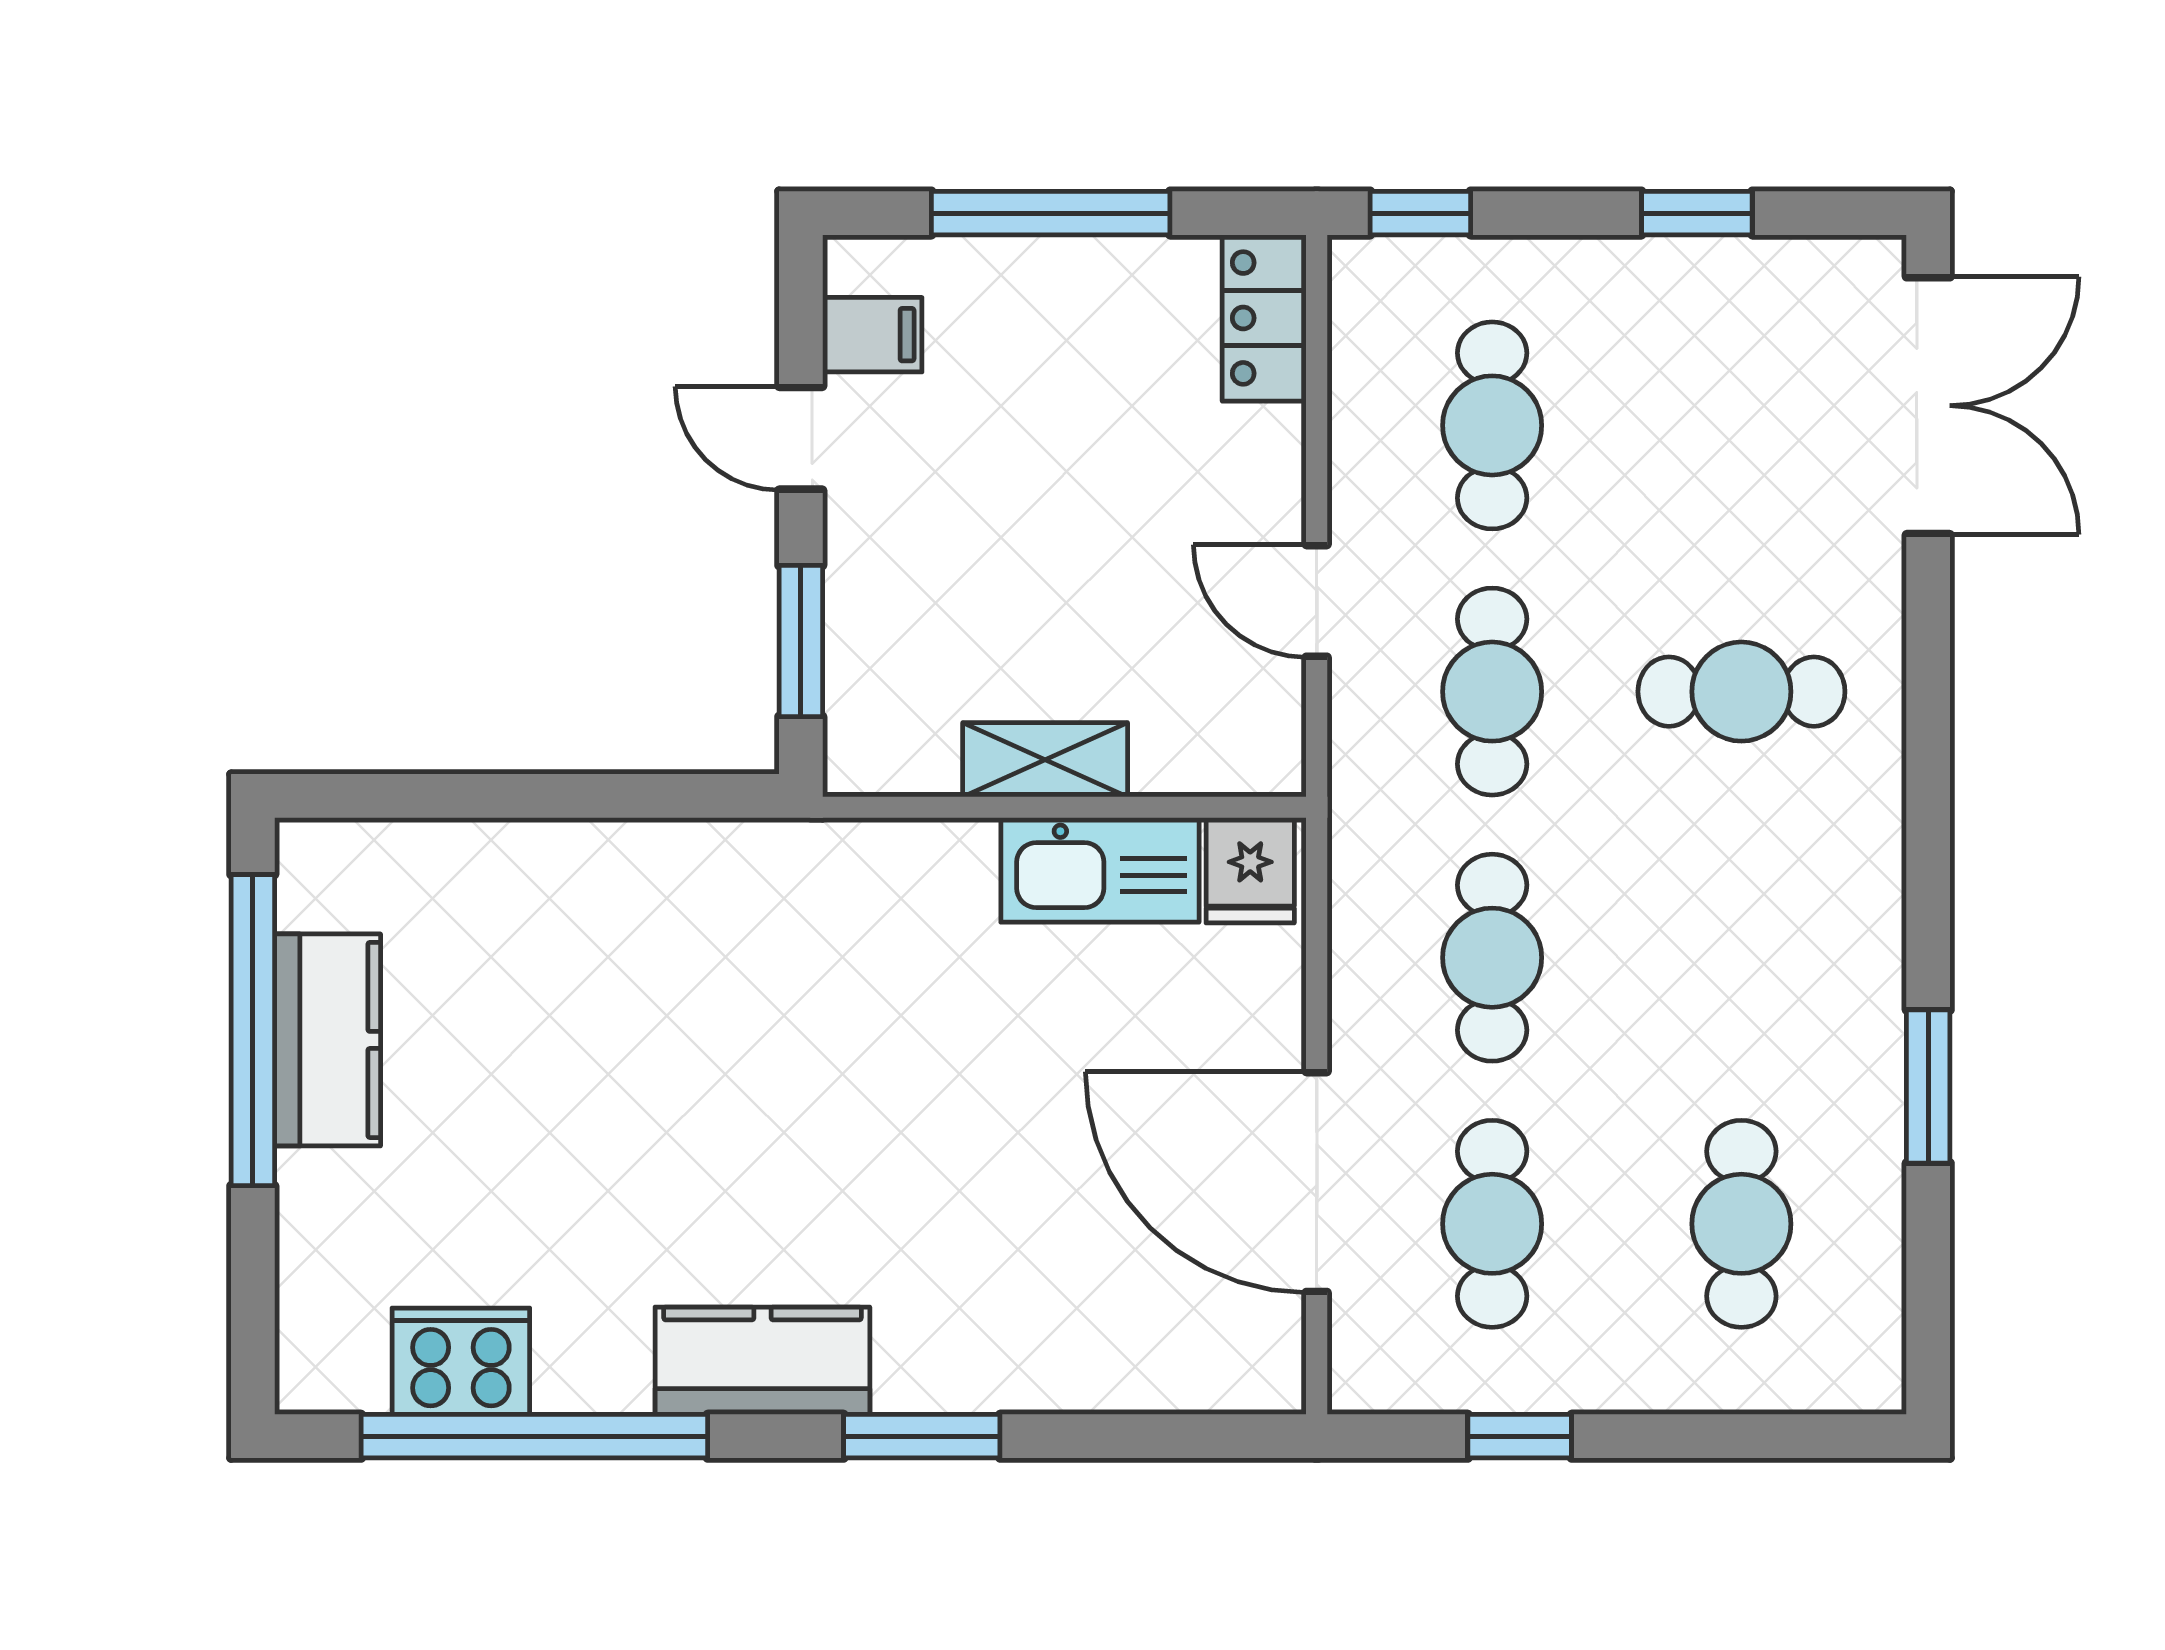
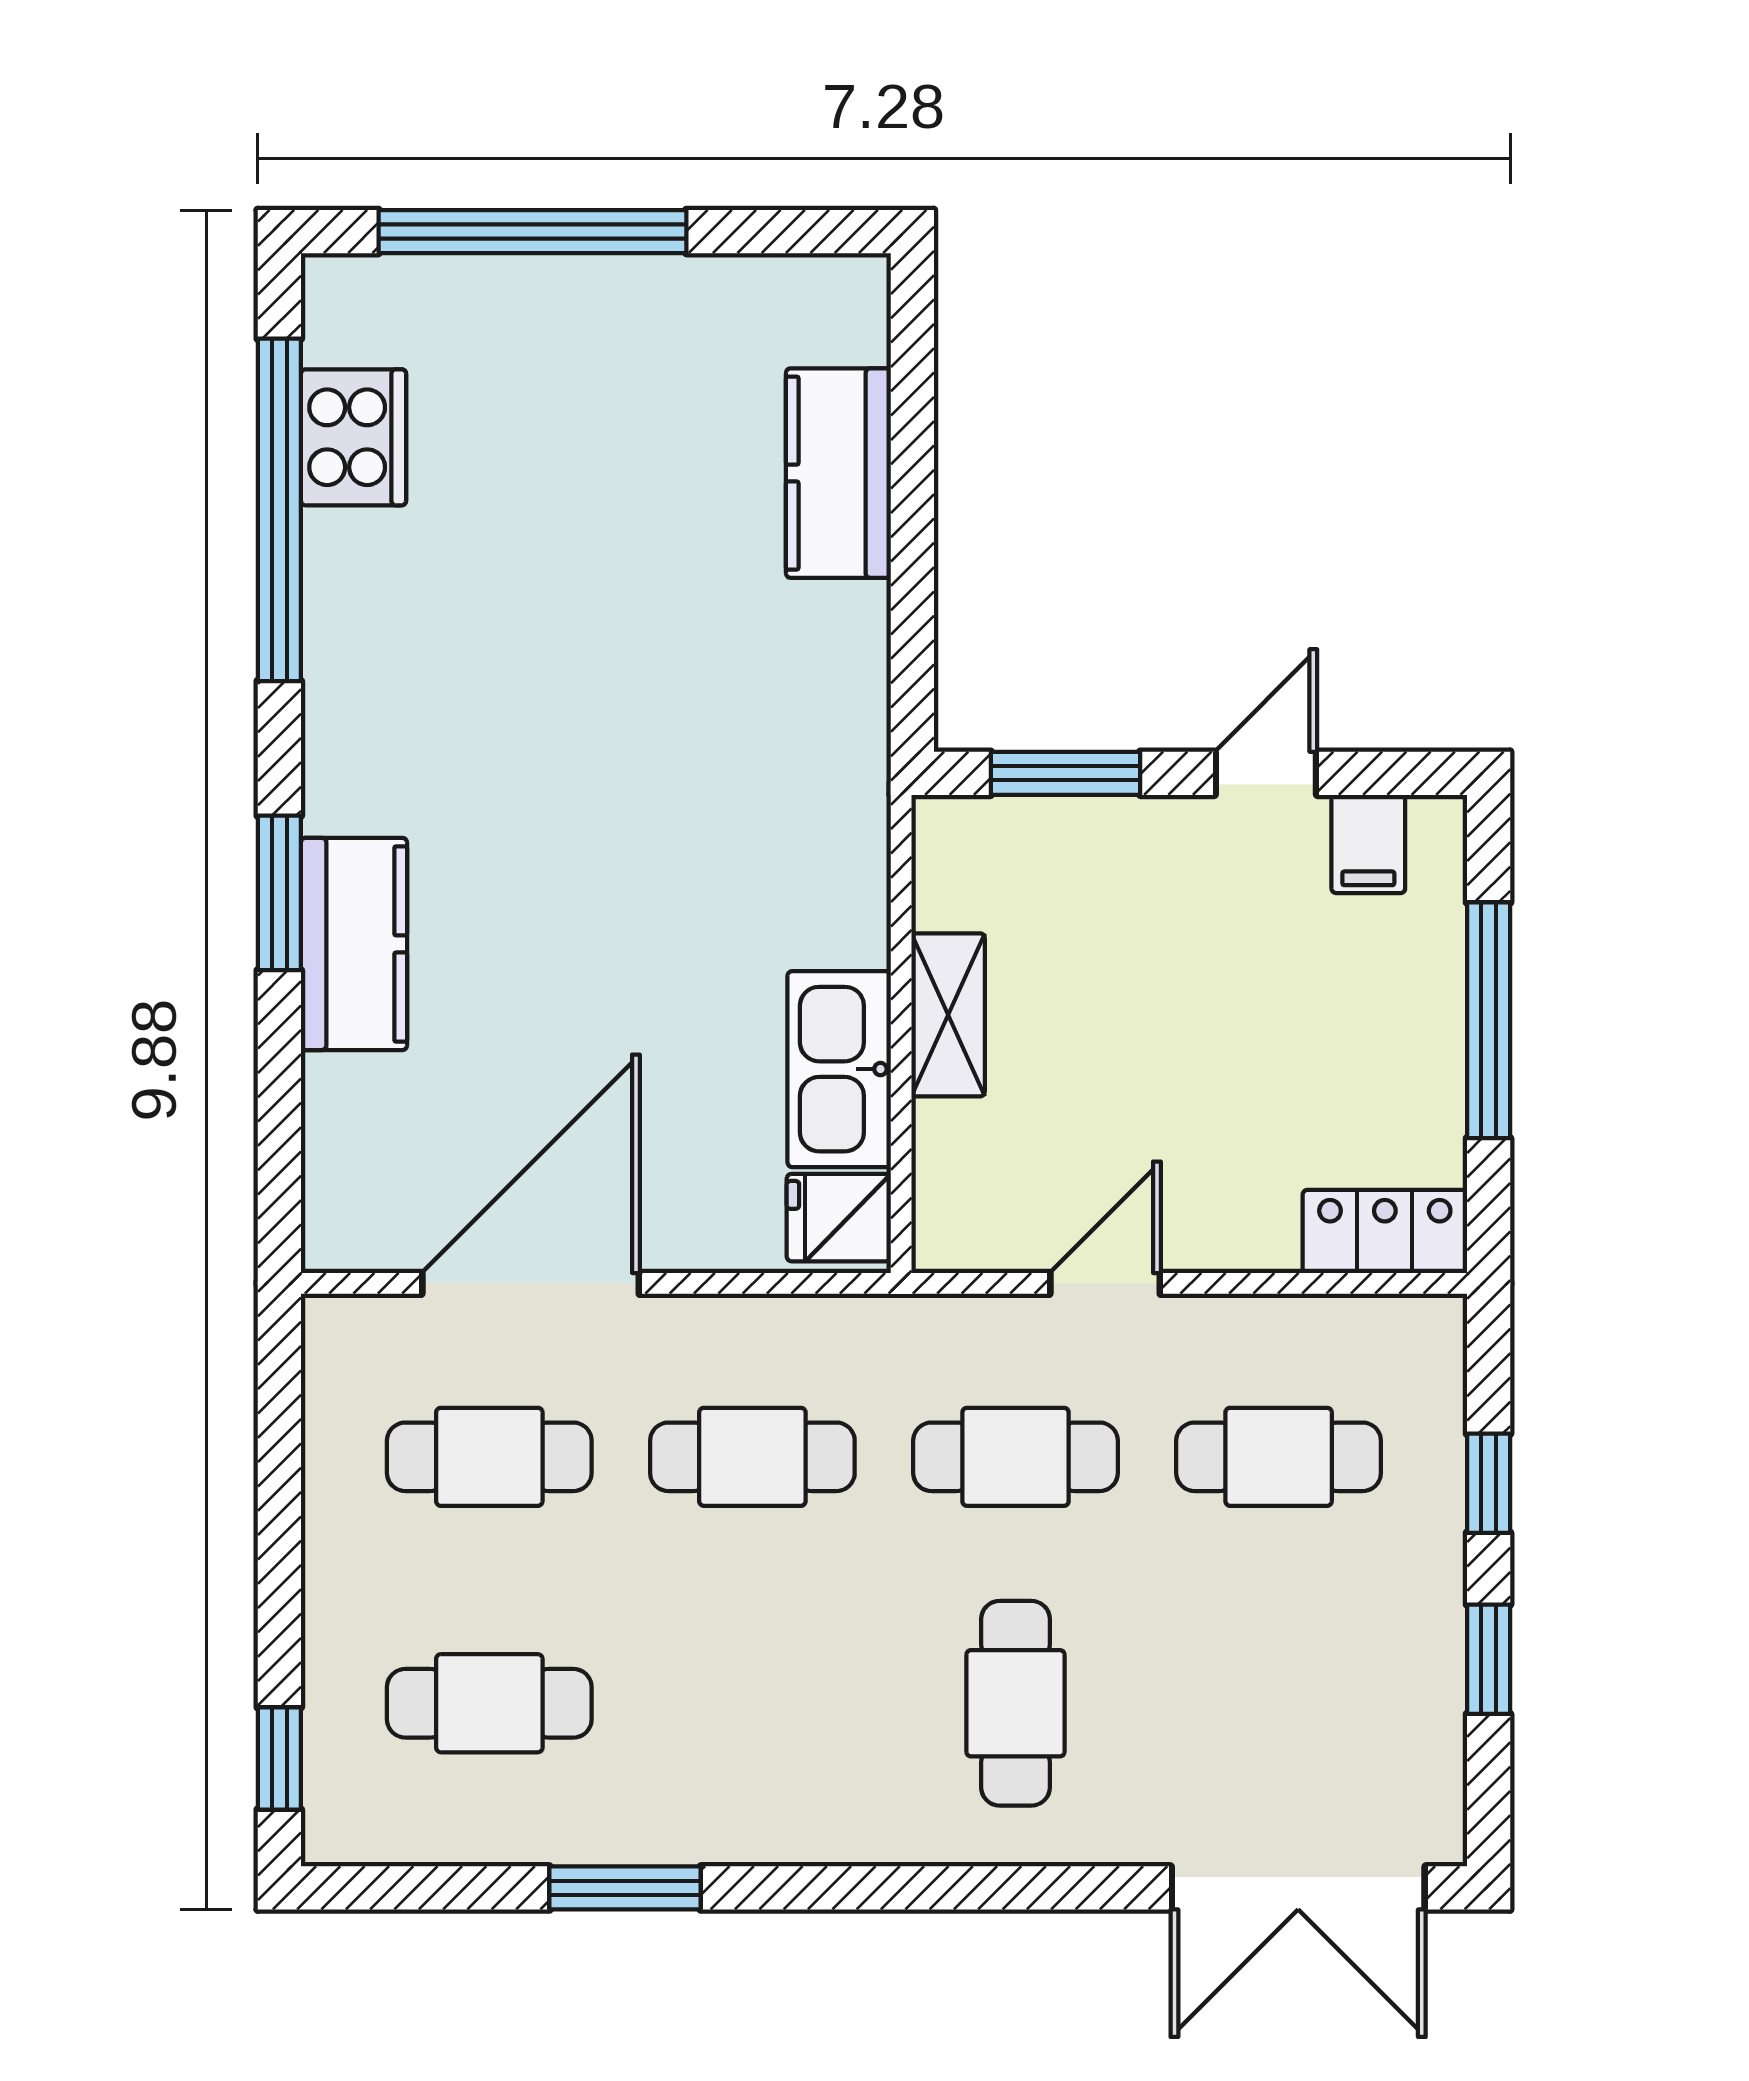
window: (1420, 213) -> (1489, 1483), moved
window: (253, 1030) -> (532, 232), moved
kitchen counter: (328, 1040) -> (838, 473), moved, turned 90
kitchen counter: (762, 1361) -> (354, 944), moved
window: (1520, 1436) -> (279, 1758), moved

